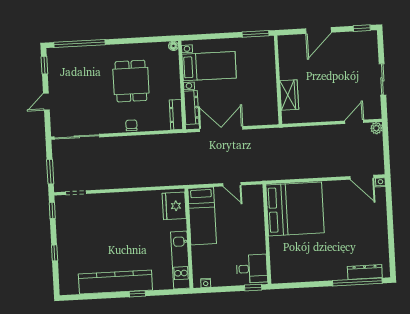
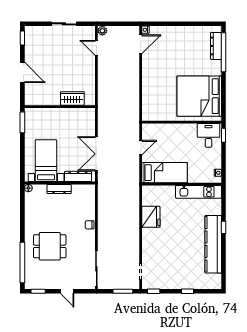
dining table: (131, 81) -> (50, 246), moved
dresser: (176, 115) -> (59, 189), moved
fridge: (174, 206) -> (151, 217), moved, turned -90
bed: (295, 209) -> (199, 96), moved, turned -90

